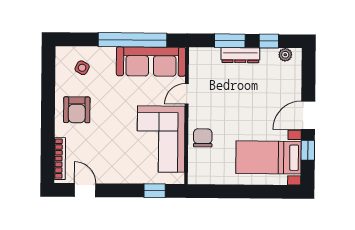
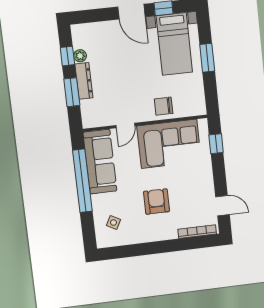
plant: (285, 55) -> (80, 56), moved
door: (187, 94) -> (125, 126), hinge flipped
armchair: (77, 110) -> (157, 201), moved, turned -90
door: (85, 190) -> (223, 206), swing flipped
window: (249, 191) -> (207, 58), added

